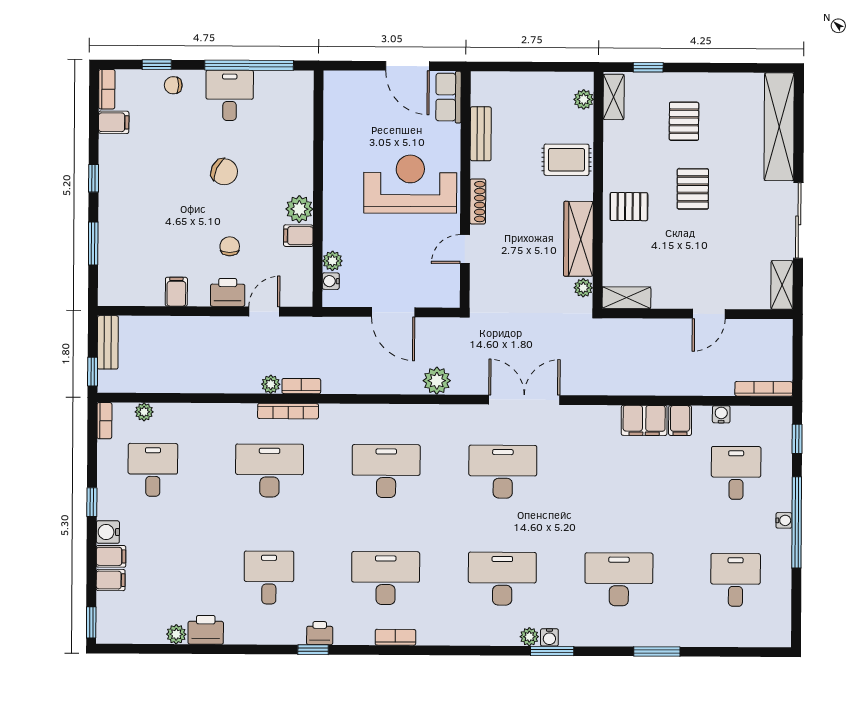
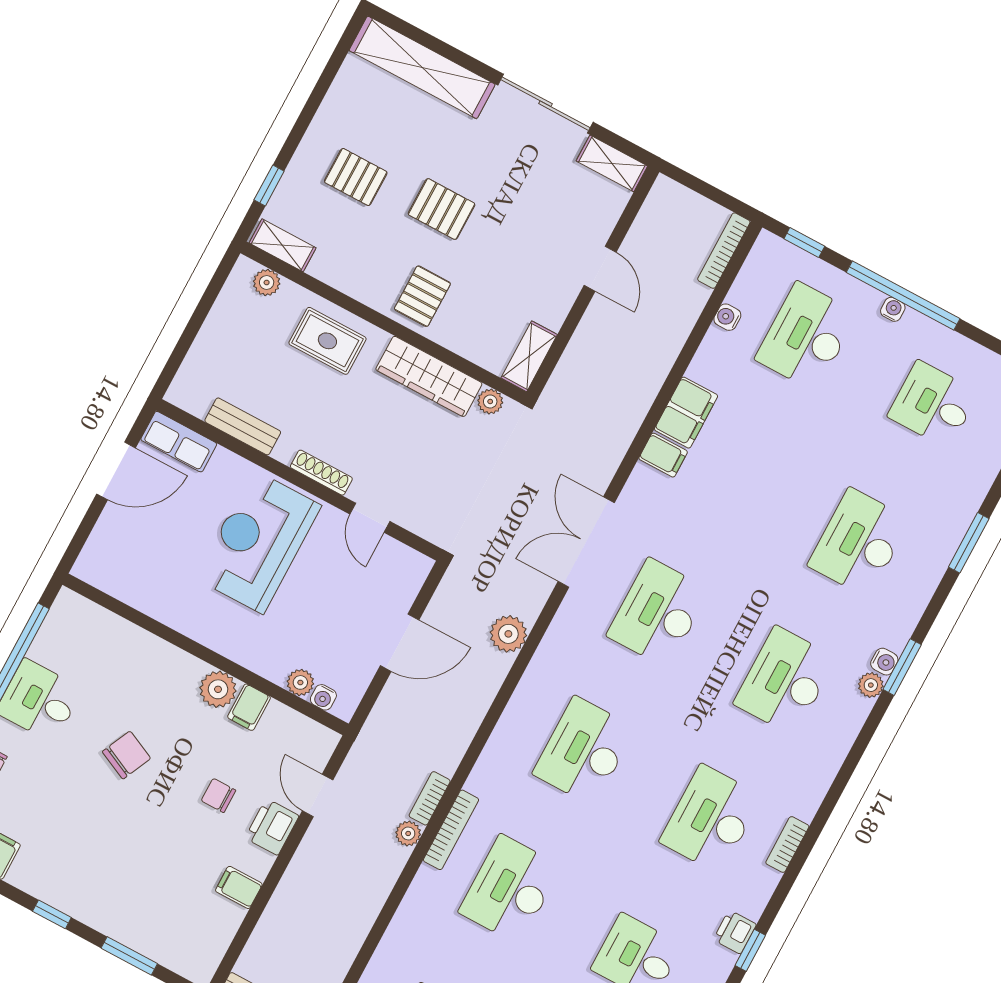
rug: (566, 160) -> (327, 341), turned 90
filing cabinet: (680, 420) -> (663, 455), moved
desk: (736, 473) -> (806, 336), width x1.37

